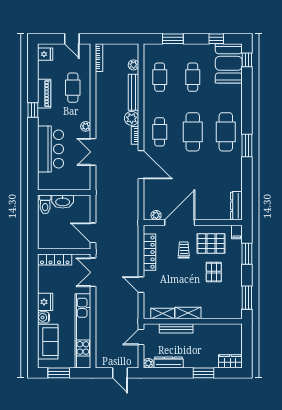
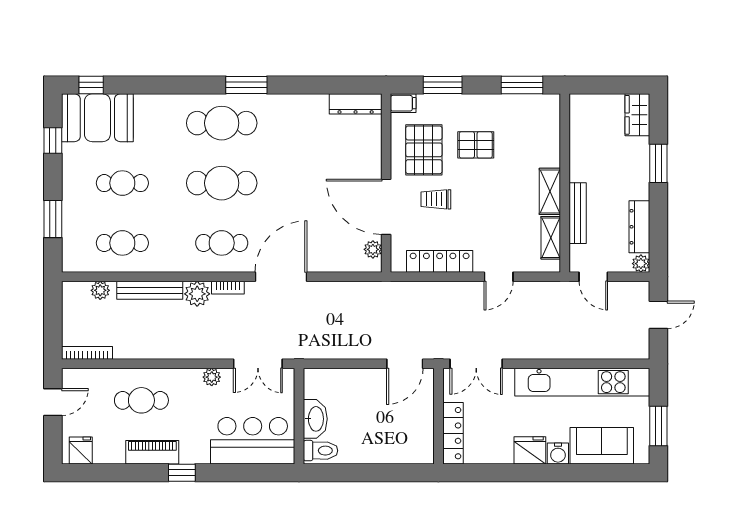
wall: (64, 193) -> (299, 416), moved
washbasin: (63, 202) -> (315, 419), moved
toilet: (45, 204) -> (321, 451), moved

